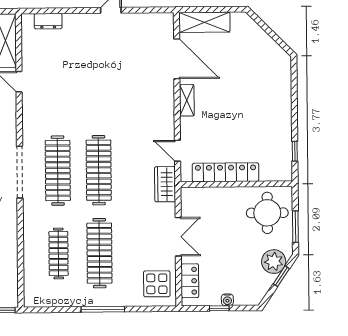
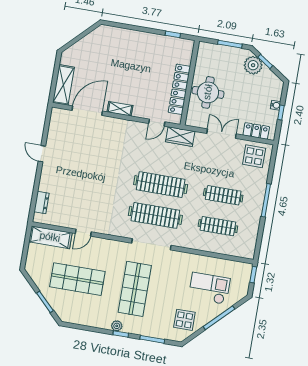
round table: (267, 213) -> (208, 92), moved
clothes rail: (99, 253) -> (223, 195), width x0.73, depth x0.76

